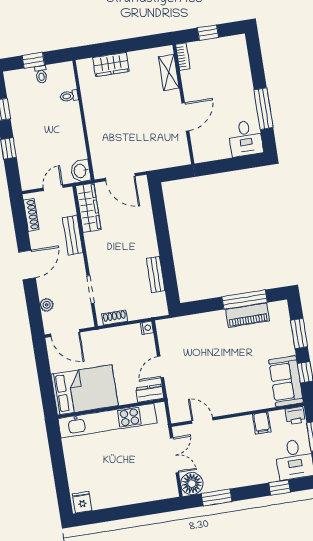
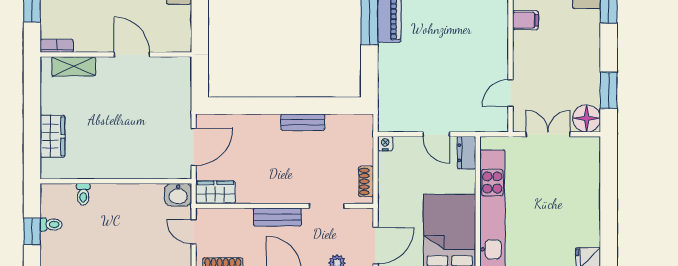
wardrobe: (88, 208) -> (215, 192), width x0.67
bench: (73, 235) -> (277, 217), moved
bench: (156, 275) -> (303, 122), moved

